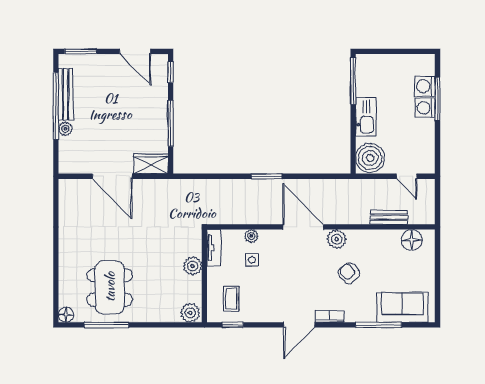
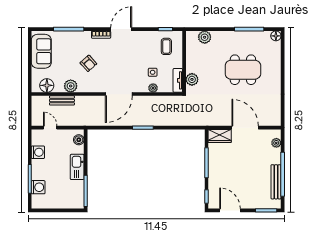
washing machine: (425, 108) -> (38, 152), moved
plant: (65, 129) -> (276, 143), moved
boiler: (370, 158) -> (79, 140), width x0.54, depth x0.54
door: (303, 227) -> (119, 94), hinge flipped
plant: (337, 239) -> (71, 86), moved
plant: (193, 266) -> (192, 79), moved
dining table: (110, 287) -> (243, 70), moved, turned 90
sofa: (402, 307) -> (41, 51), moved, turned -90
plant: (190, 313) -> (205, 37), moved

